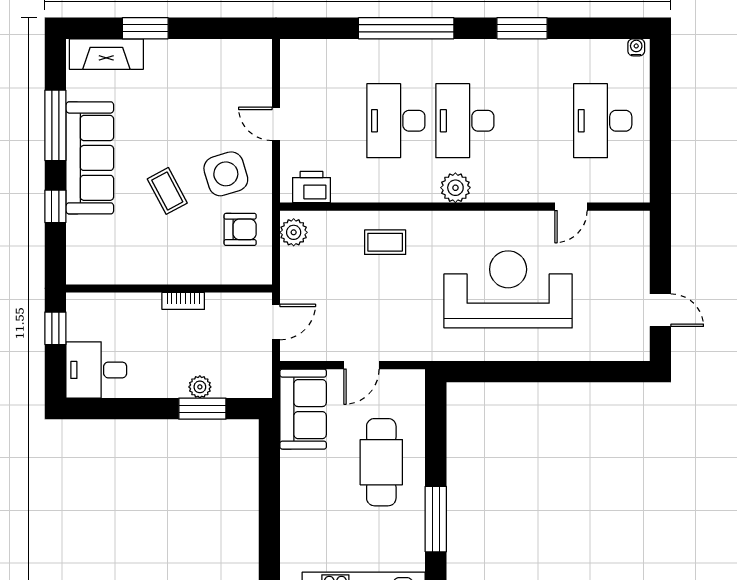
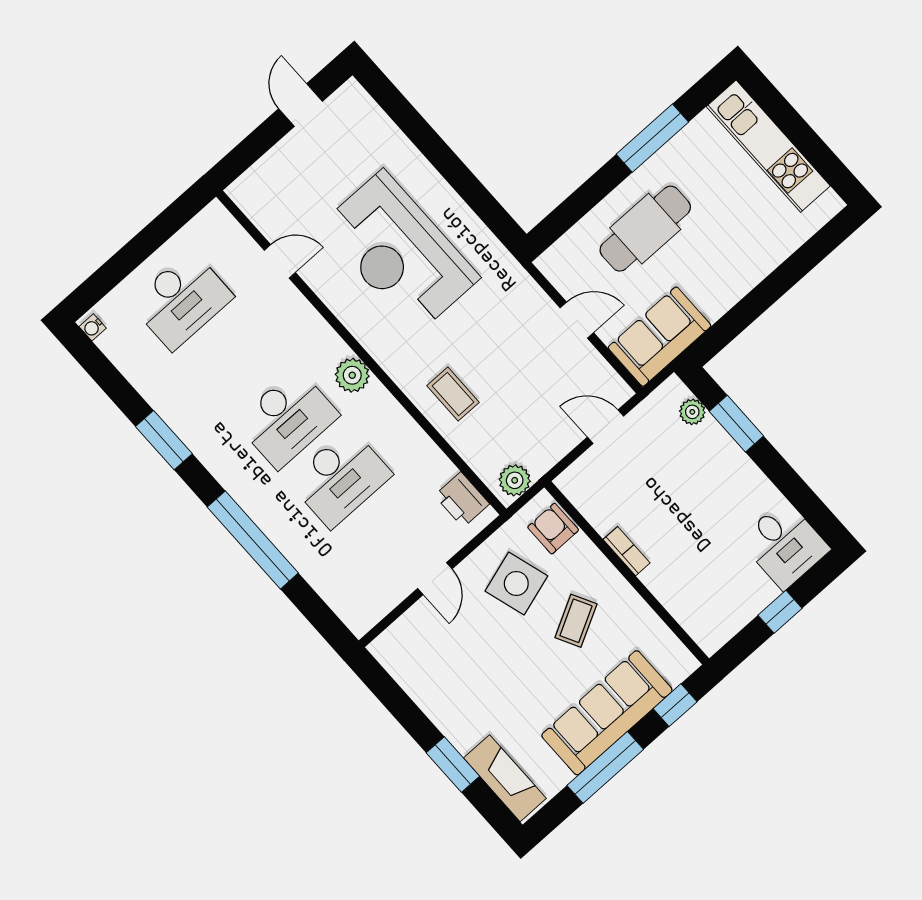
wall: (169, 288) -> (627, 573), moved
bookcase: (183, 301) -> (627, 551), moved
plant: (200, 387) -> (692, 412), moved

